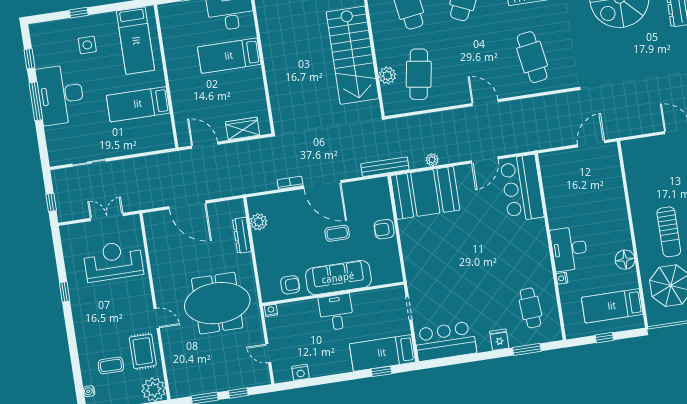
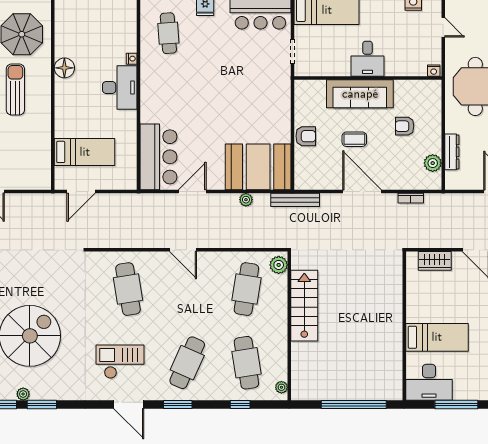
stairs: (353, 55) -> (304, 306), width x0.73, depth x0.66
plant: (387, 76) -> (279, 265), moved
bookcase: (290, 183) -> (411, 198), moved
armchair: (290, 285) -> (405, 126), moved
bed: (612, 306) -> (85, 152), moved

